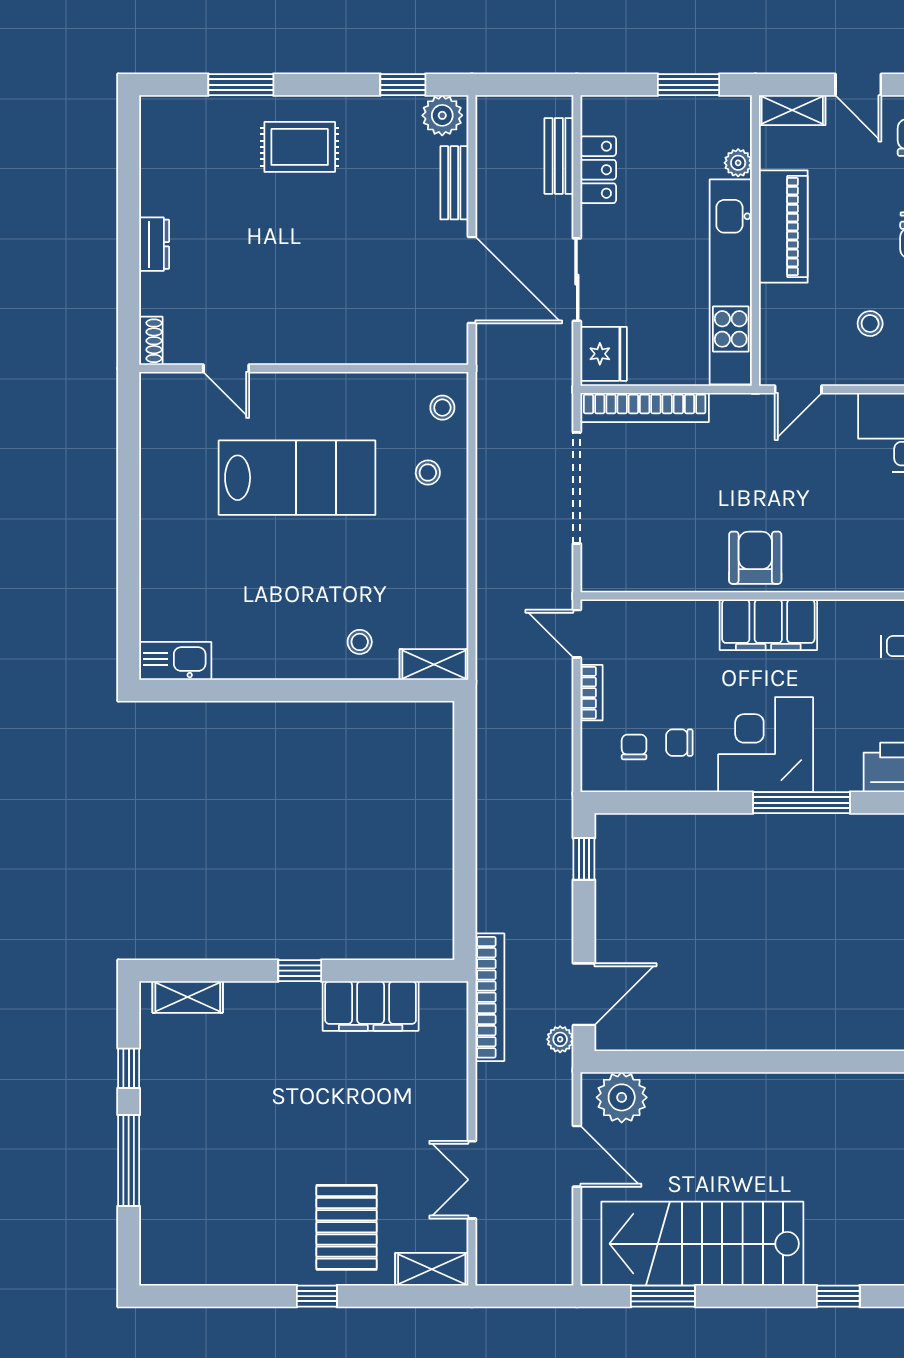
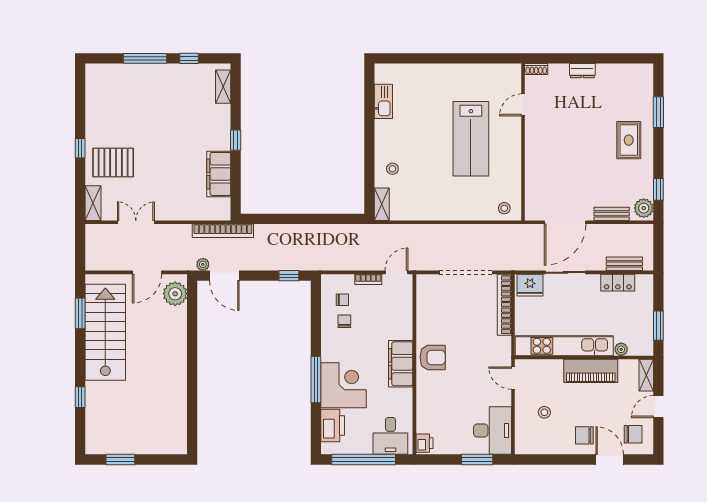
stool: (428, 473) -> (473, 201), removed
kitchen sink: (175, 661) -> (383, 101), moved
corner desk: (766, 745) -> (343, 385), moved

